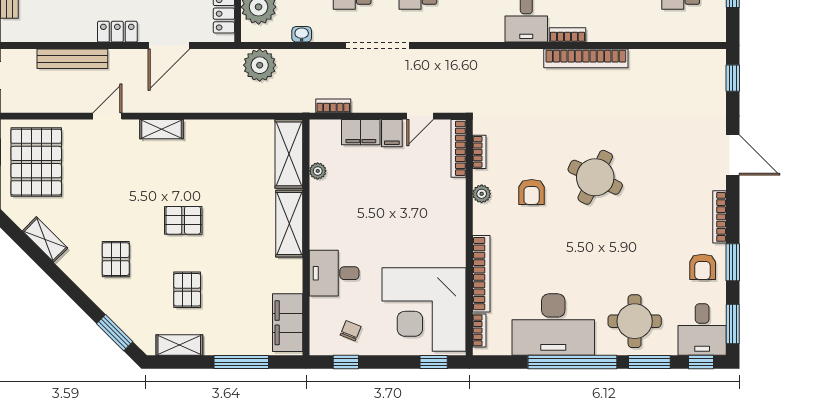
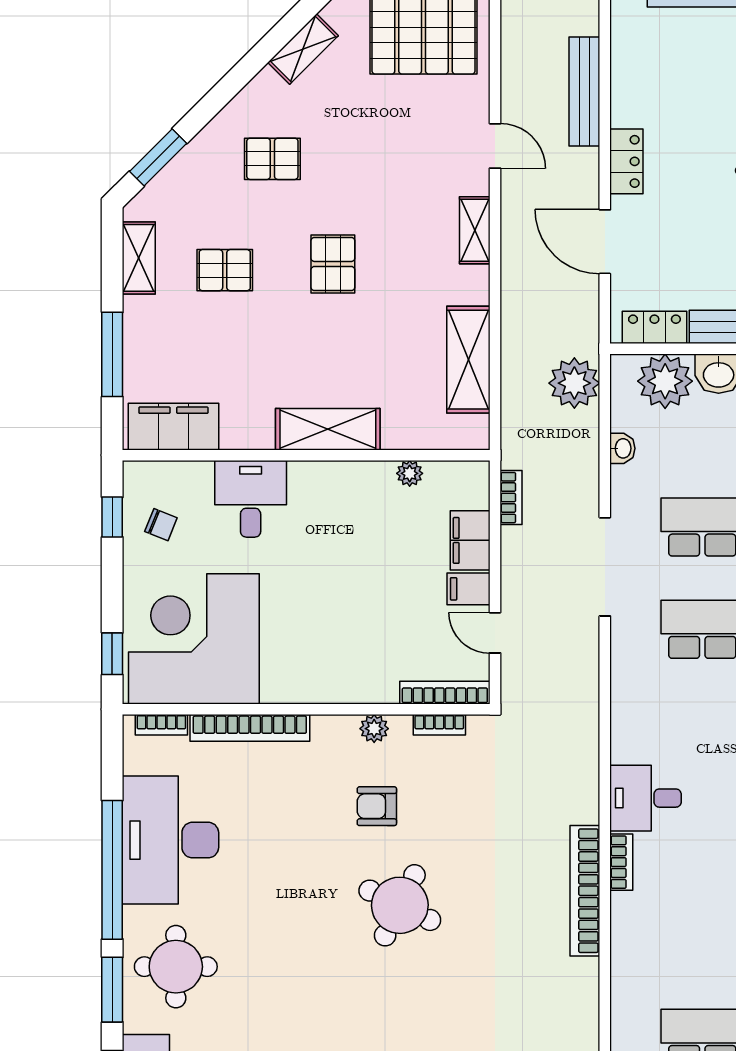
shelving: (289, 154) -> (468, 360), moved, turned 90

